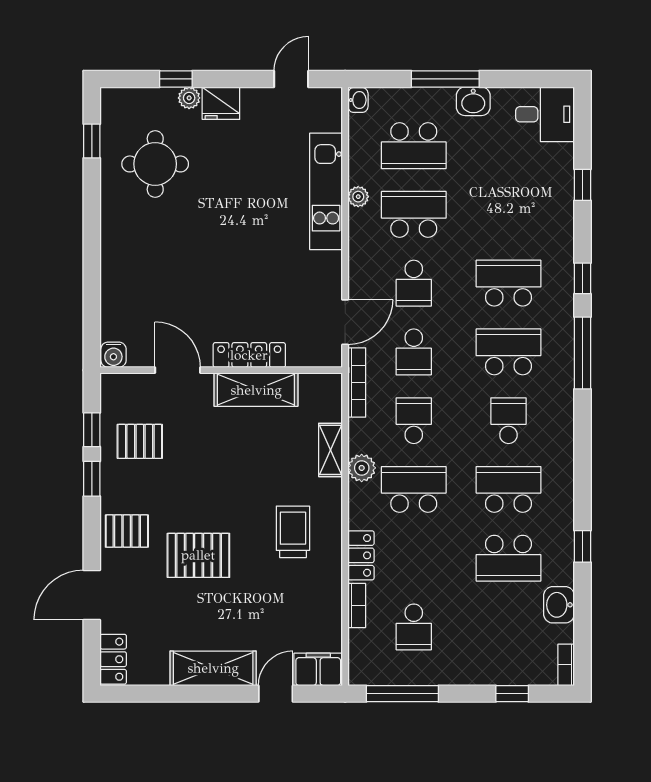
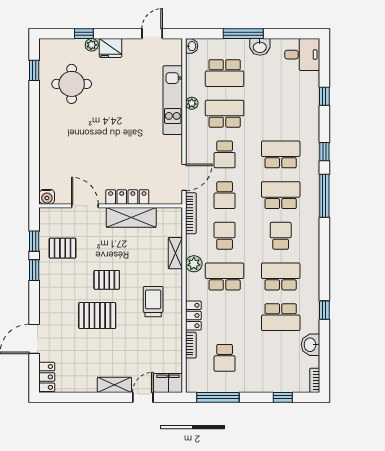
pallet: (127, 531) -> (107, 280), moved
shelving: (213, 668) -> (114, 385), width x0.67, depth x0.75

